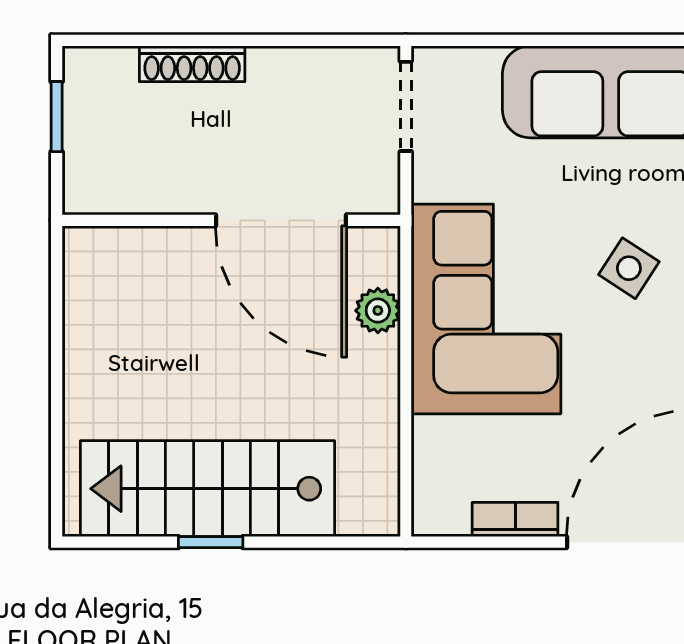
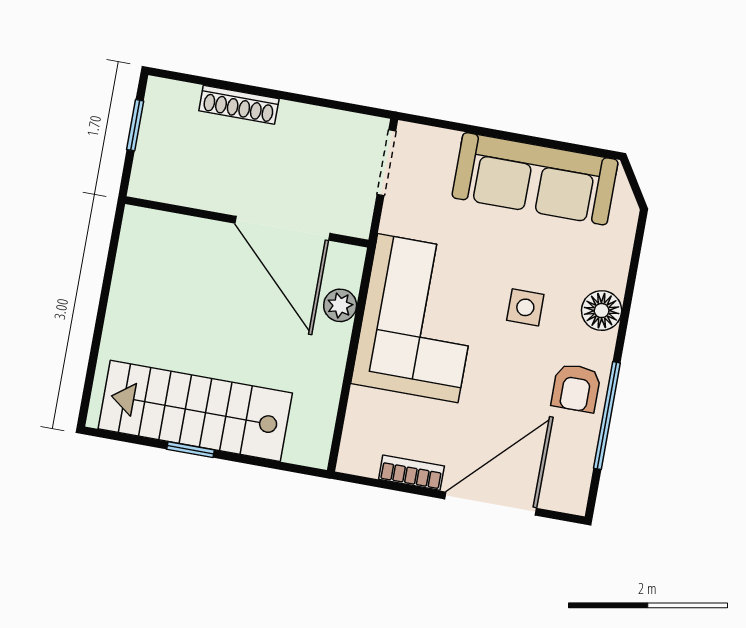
side table: (629, 268) -> (525, 307), turned -33

